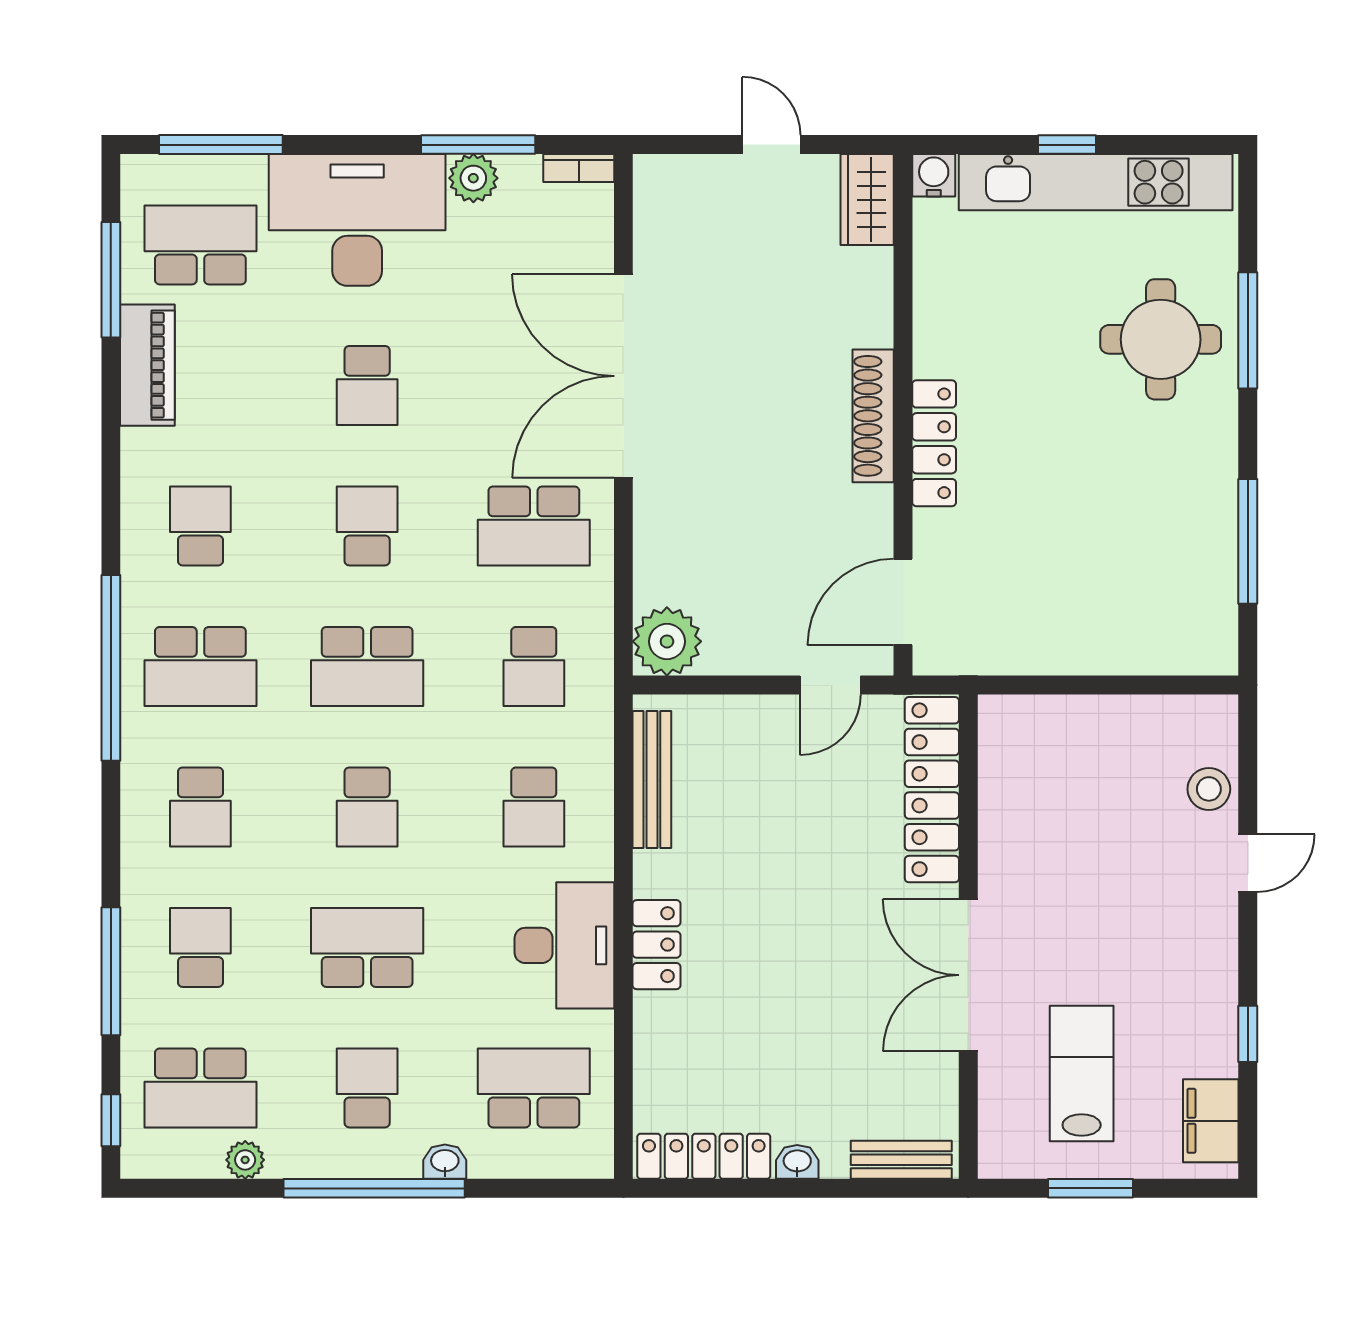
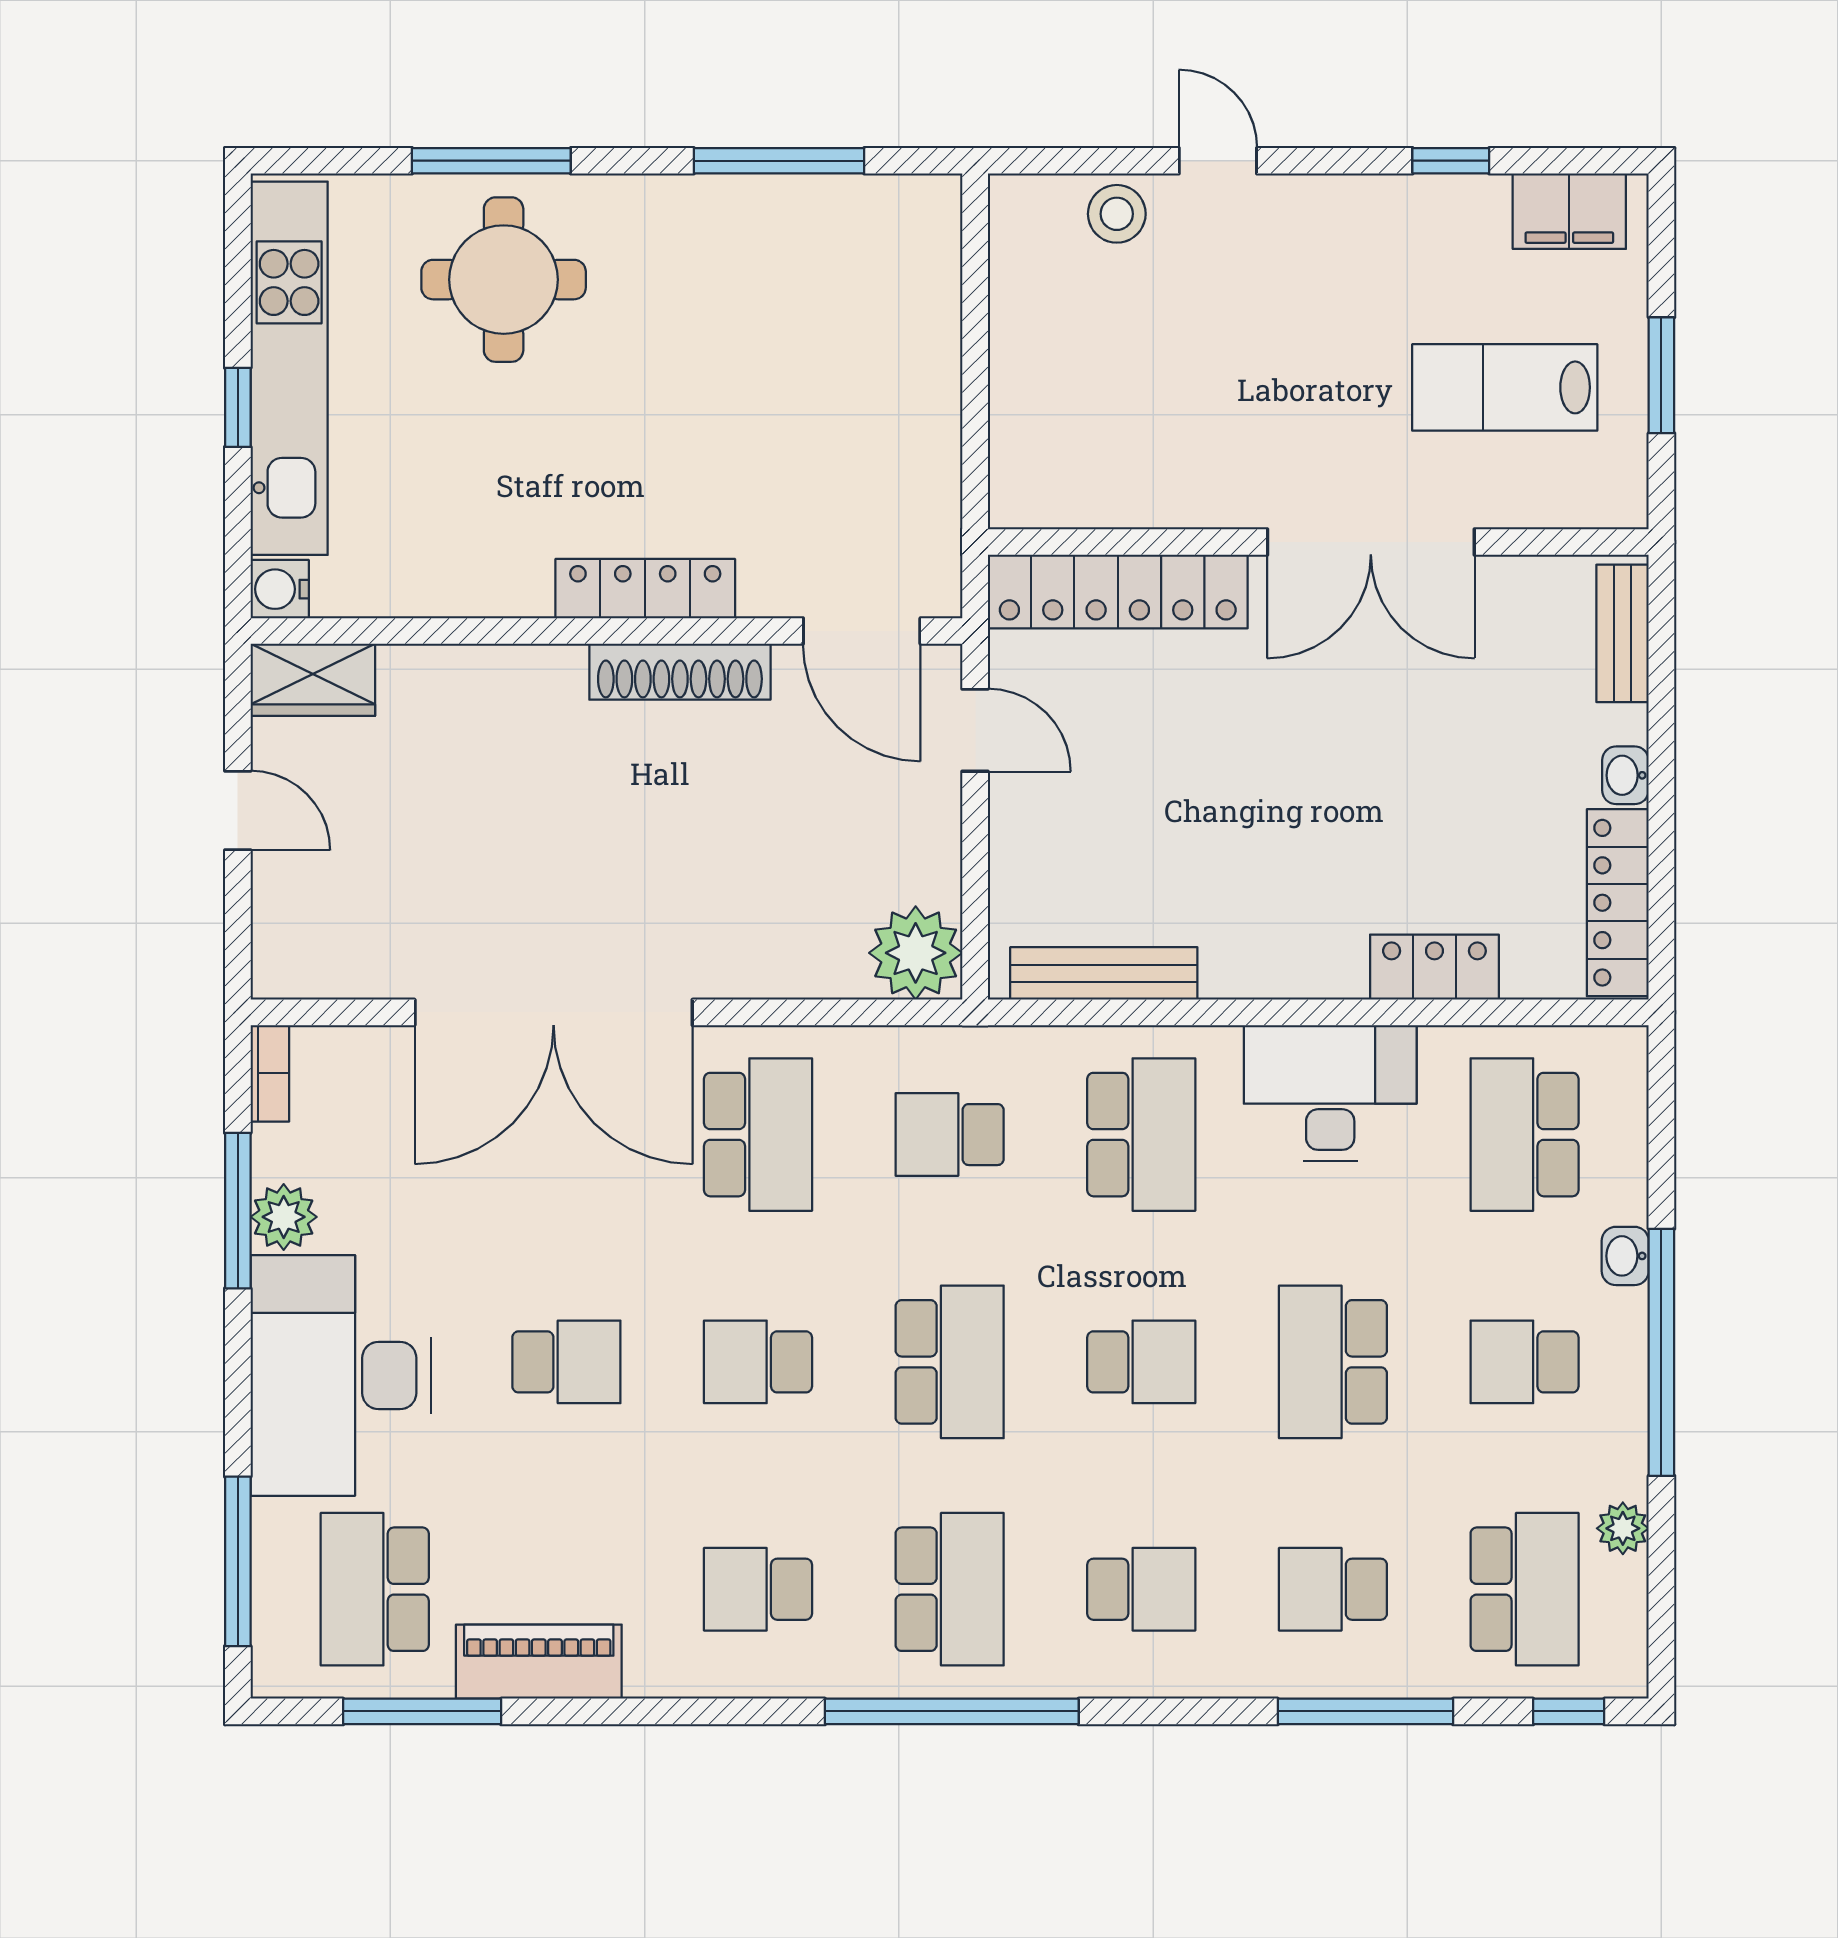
door: (771, 145) -> (238, 811), swing flipped
shoe rack: (873, 416) -> (680, 672), moved
school desk: (534, 666) -> (950, 1135), turned 180
school desk: (534, 807) -> (1141, 1135), width x1.85
locker: (657, 945) -> (1434, 967), moved

